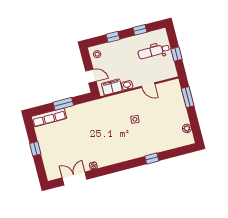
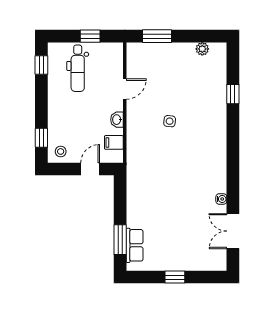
window: (140, 30) -> (41, 65), moved
window: (113, 37) -> (41, 138), moved
filing cabinet: (112, 87) -> (114, 142), width x0.50
window: (63, 104) -> (120, 240), moved
row of seats: (49, 118) -> (135, 245), width x0.68
window: (152, 159) -> (233, 94), moved

